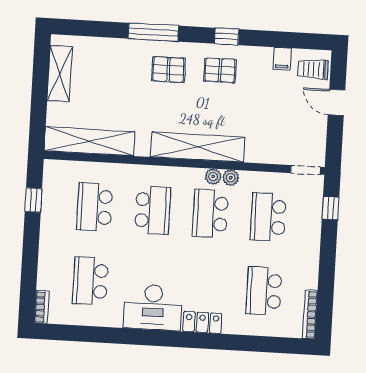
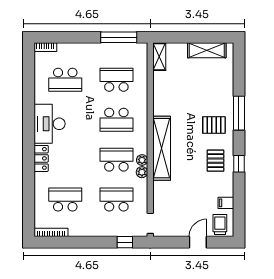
pallet: (168, 69) -> (214, 125), turned 90
shelving: (89, 141) -> (159, 57), width x0.45, depth x0.75
window: (33, 200) -> (119, 37), width x2.17
school desk: (90, 281) -> (65, 80), turned 180

